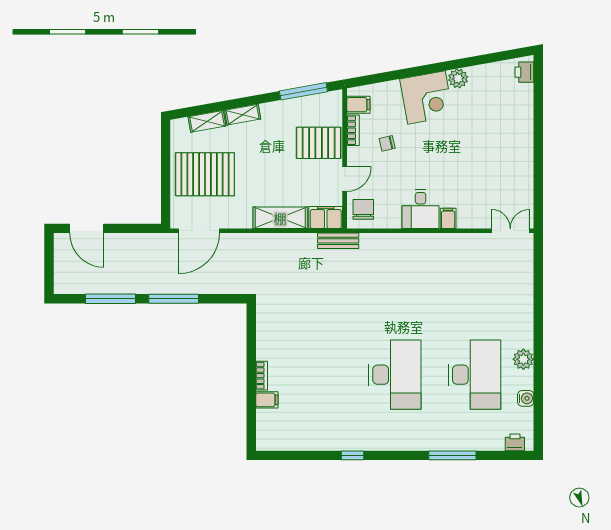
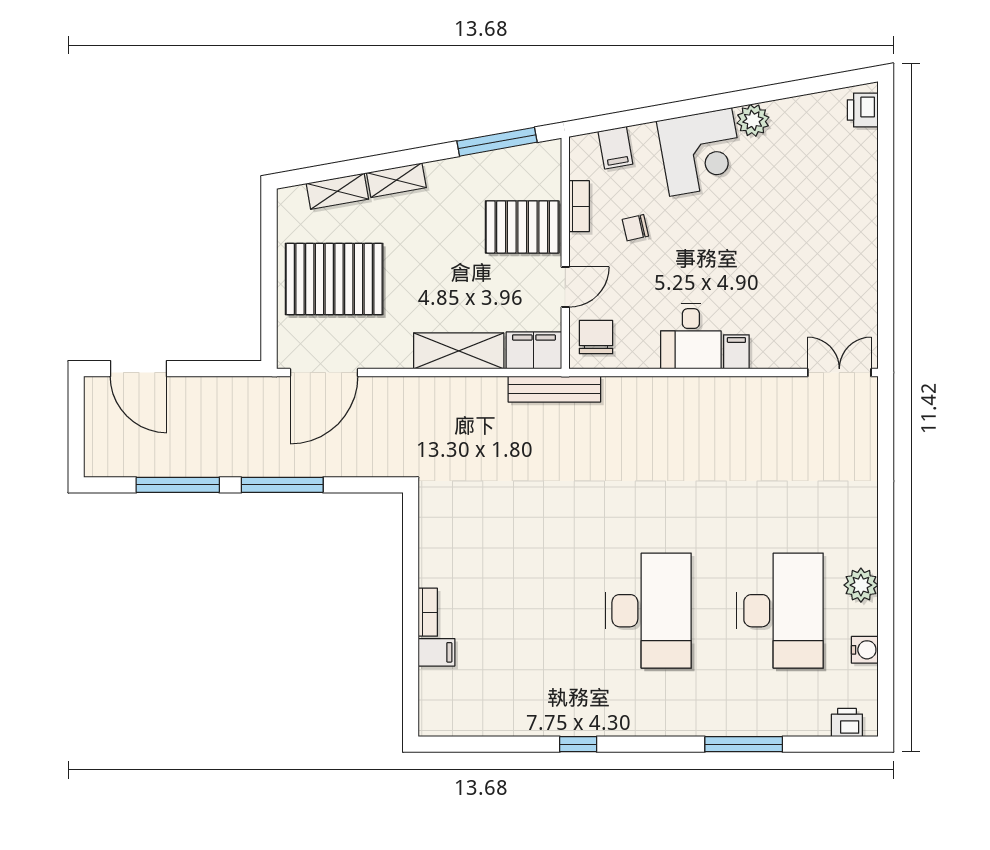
filing cabinet: (358, 105) -> (615, 148), moved, turned 80
bench: (338, 241) -> (554, 389), width x1.36

